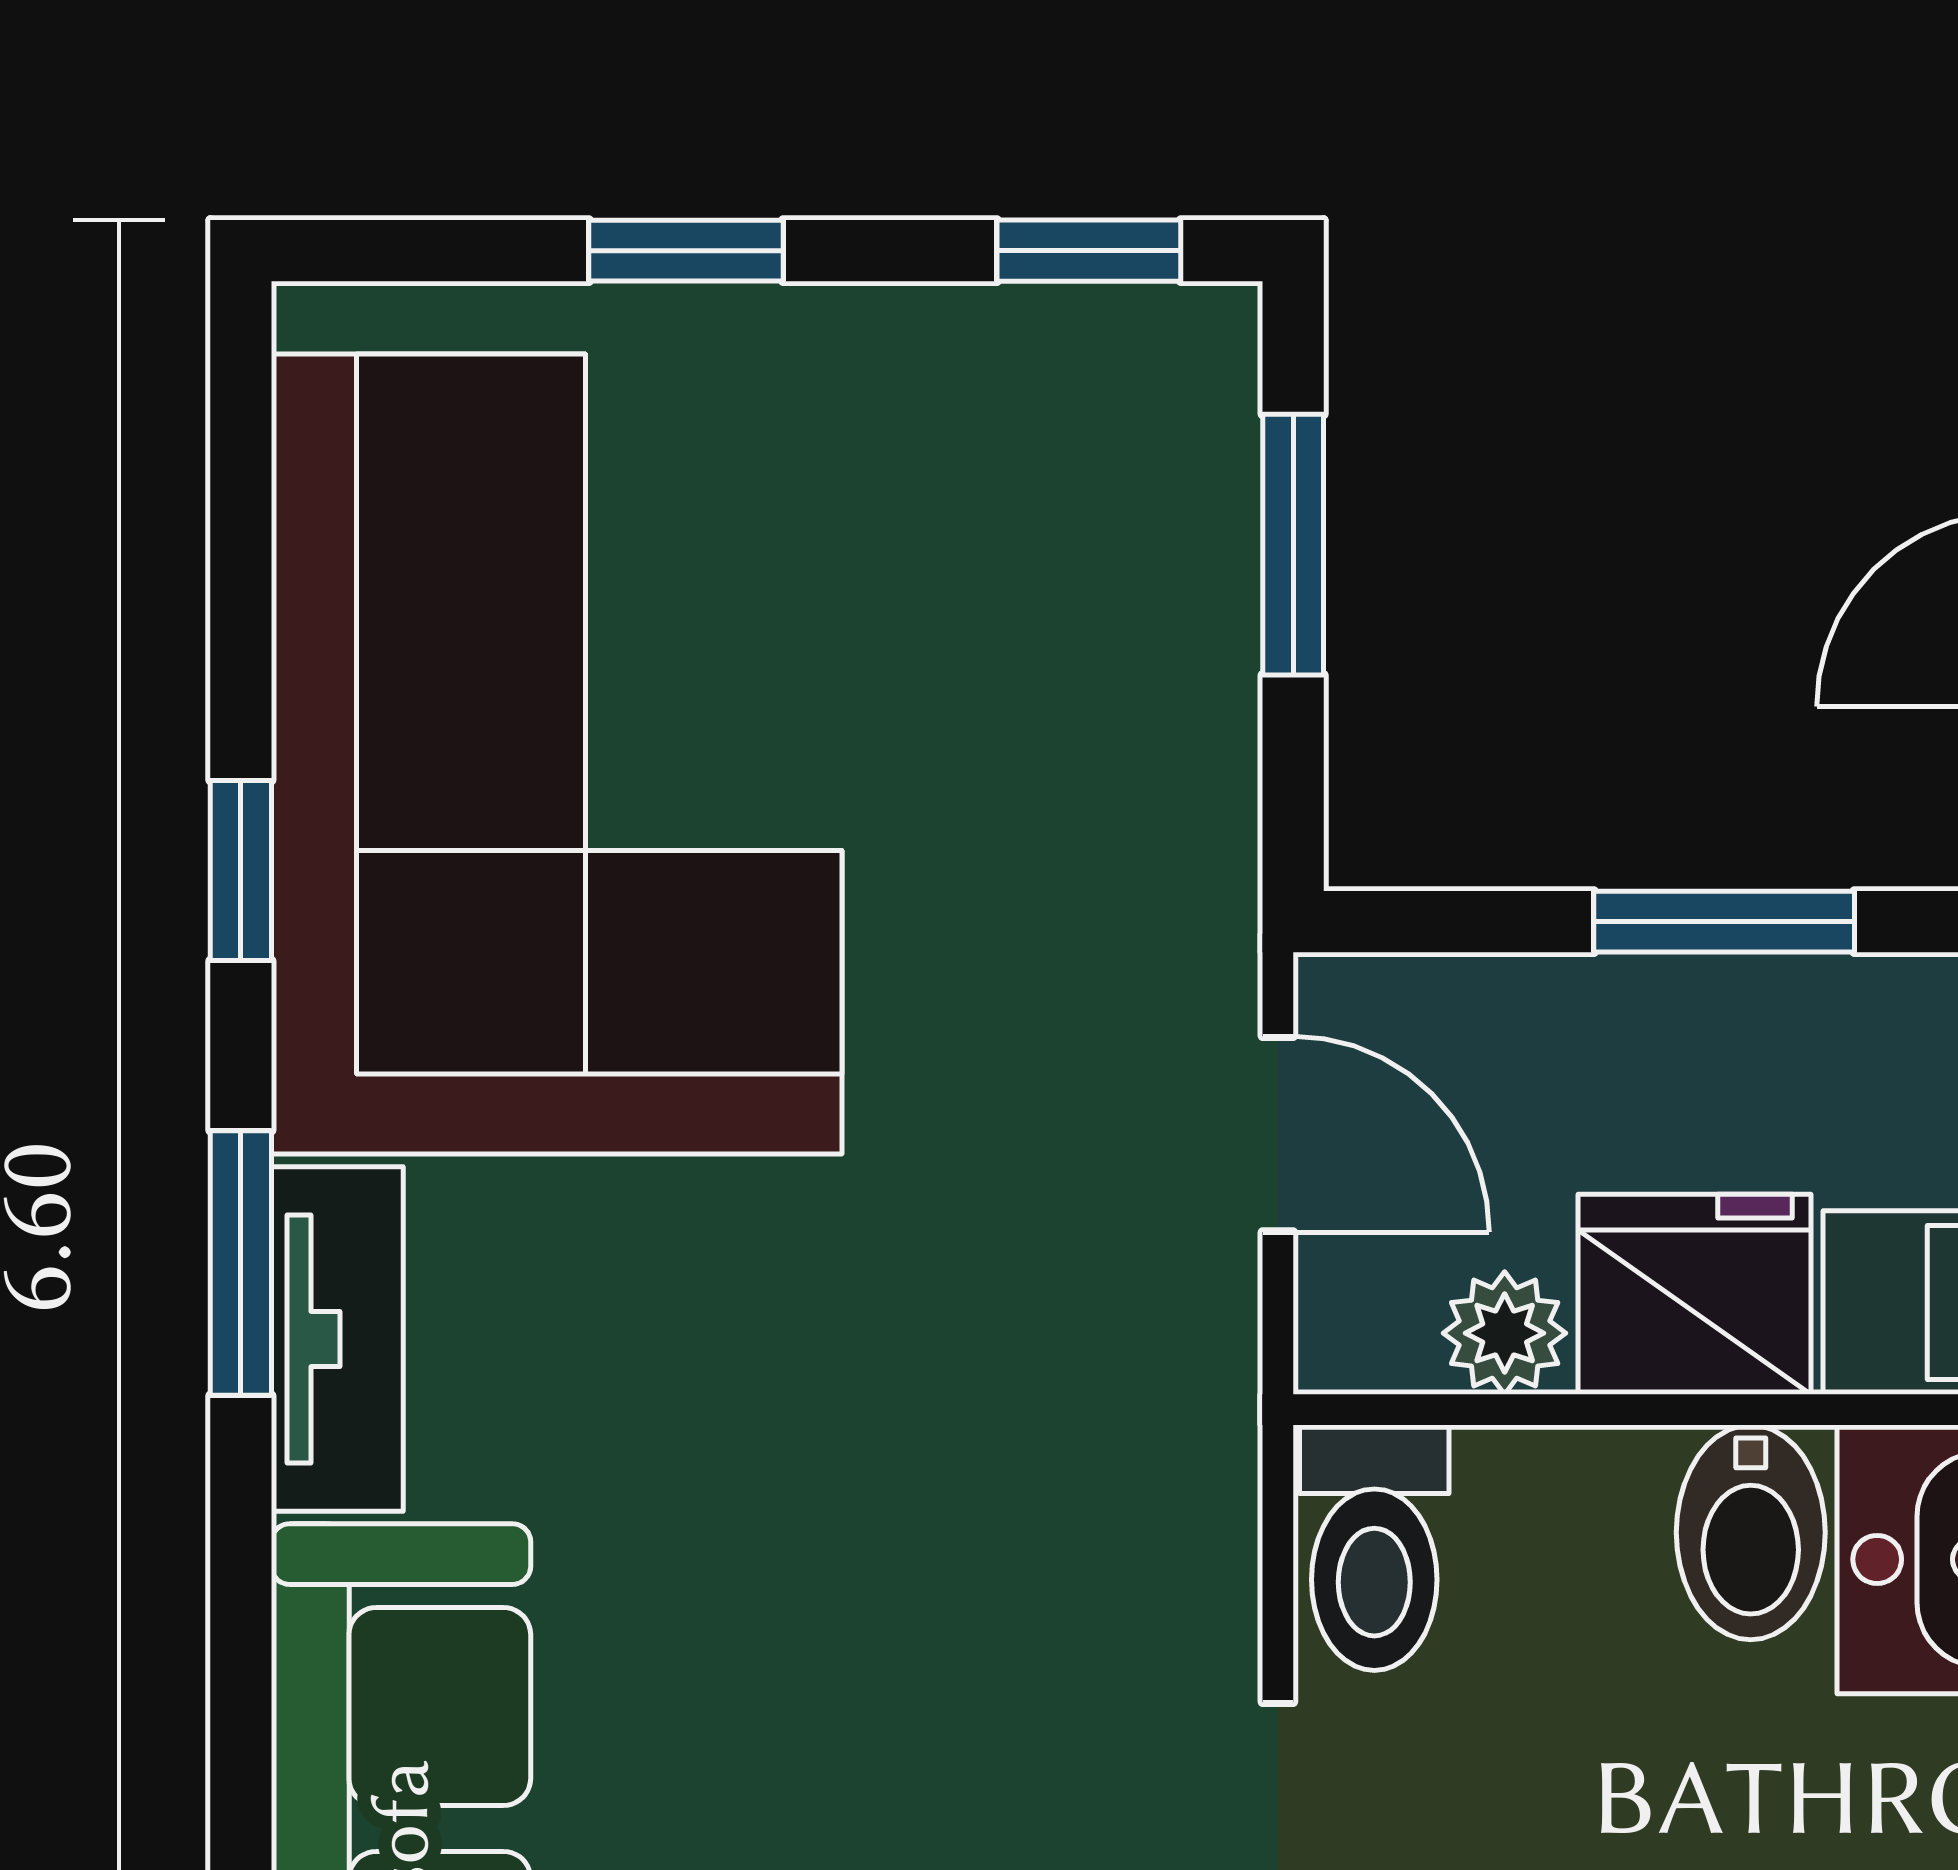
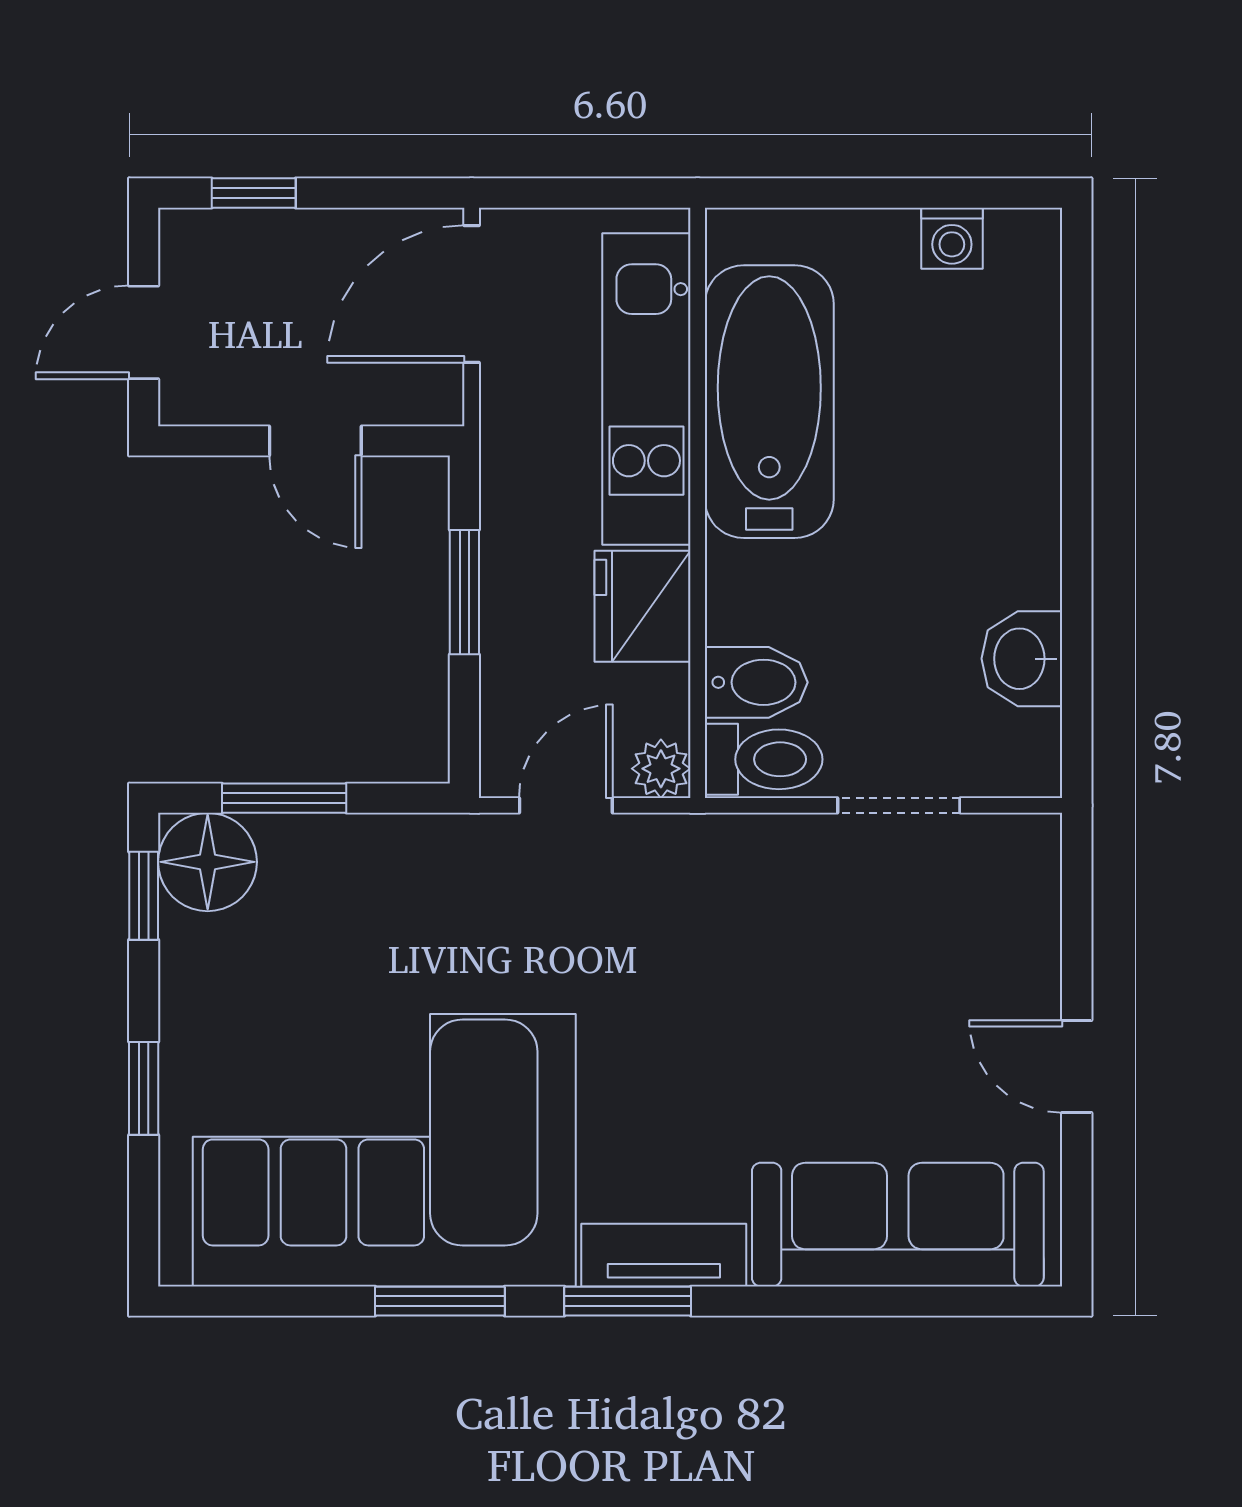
floor lamp: (1160, 384) -> (208, 862), added
window: (241, 870) -> (440, 1301), width x1.50
plant: (1505, 1333) -> (661, 769), moved
bidet: (1751, 1532) -> (756, 682), moved

